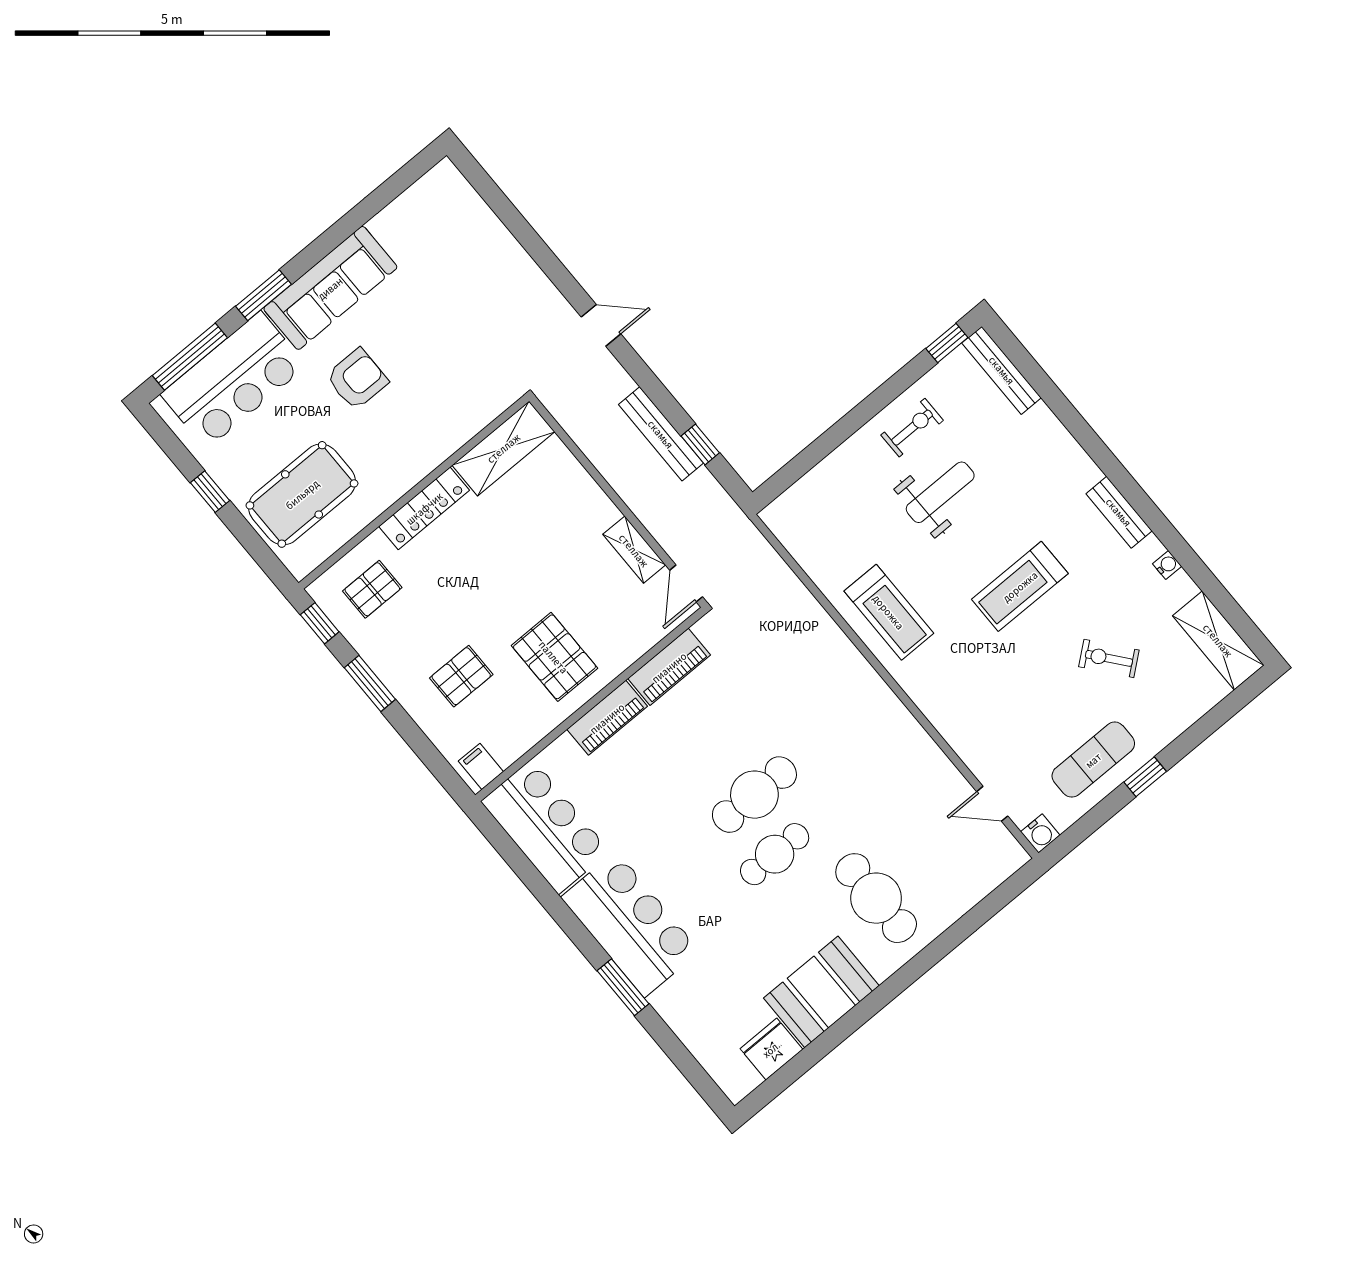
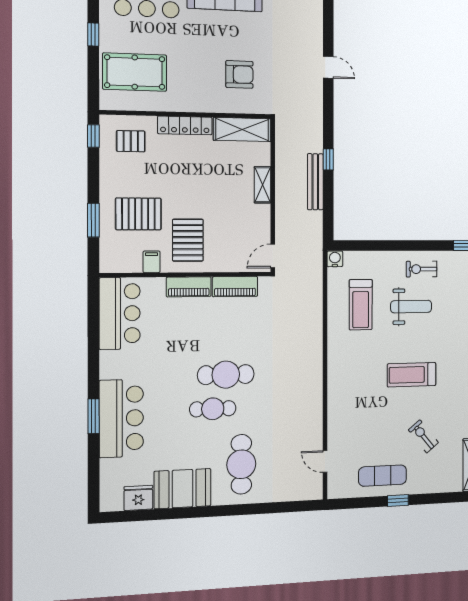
door: (601, 325) -> (328, 67), moved
armchair: (357, 379) -> (239, 74), moved
exercise bike: (912, 428) -> (422, 269), turned 180
window: (700, 444) -> (328, 159), moved
shelving: (634, 550) -> (262, 185), moved
treadmill: (889, 612) -> (361, 305), moved
pallet: (461, 676) -> (138, 214), width x1.50, depth x1.42
window: (370, 684) -> (93, 220), moved
filing cabinet: (481, 766) -> (152, 262), moved
water cooler: (1040, 834) -> (335, 259), moved, turned 180
bar counter: (630, 924) -> (121, 418), moved

